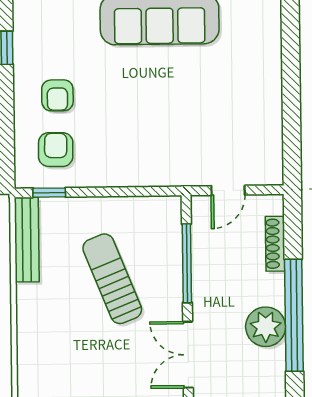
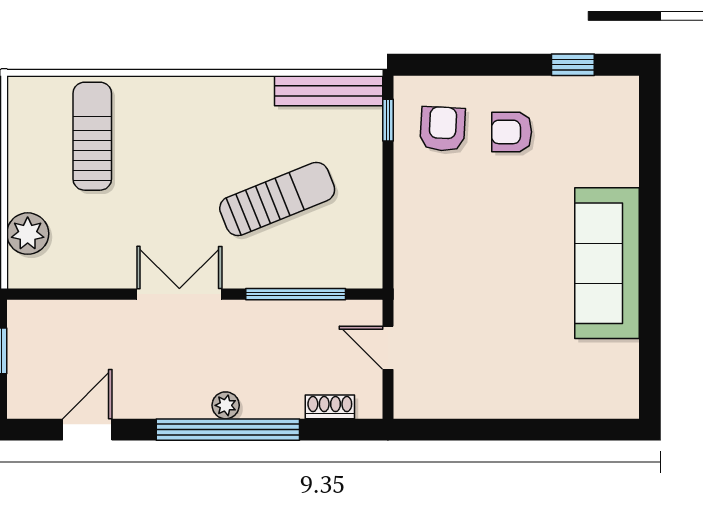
armchair: (56, 150) -> (443, 129), turned -88
shoe rack: (275, 244) -> (330, 407), width x0.70
plant: (266, 327) -> (226, 405), width x0.53, depth x0.53

